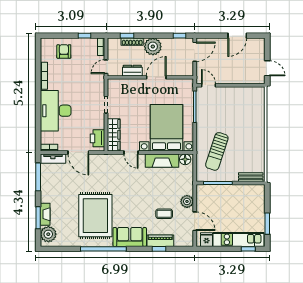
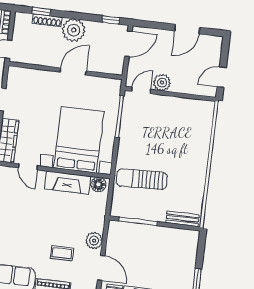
door: (267, 68) -> (222, 77), swing flipped
dresser: (132, 71) -> (43, 59), removed
plant: (223, 78) -> (162, 82), added
door: (208, 85) -> (141, 90), hinge flipped
sun lounger: (217, 151) -> (142, 179), turned 70

